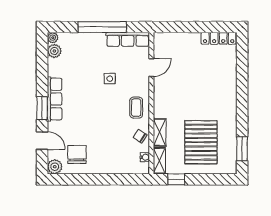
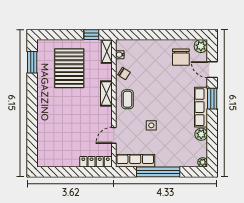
locker: (219, 38) -> (96, 162), moved
plant: (54, 51) -> (201, 134), moved
shelving: (160, 132) -> (106, 94), moved

